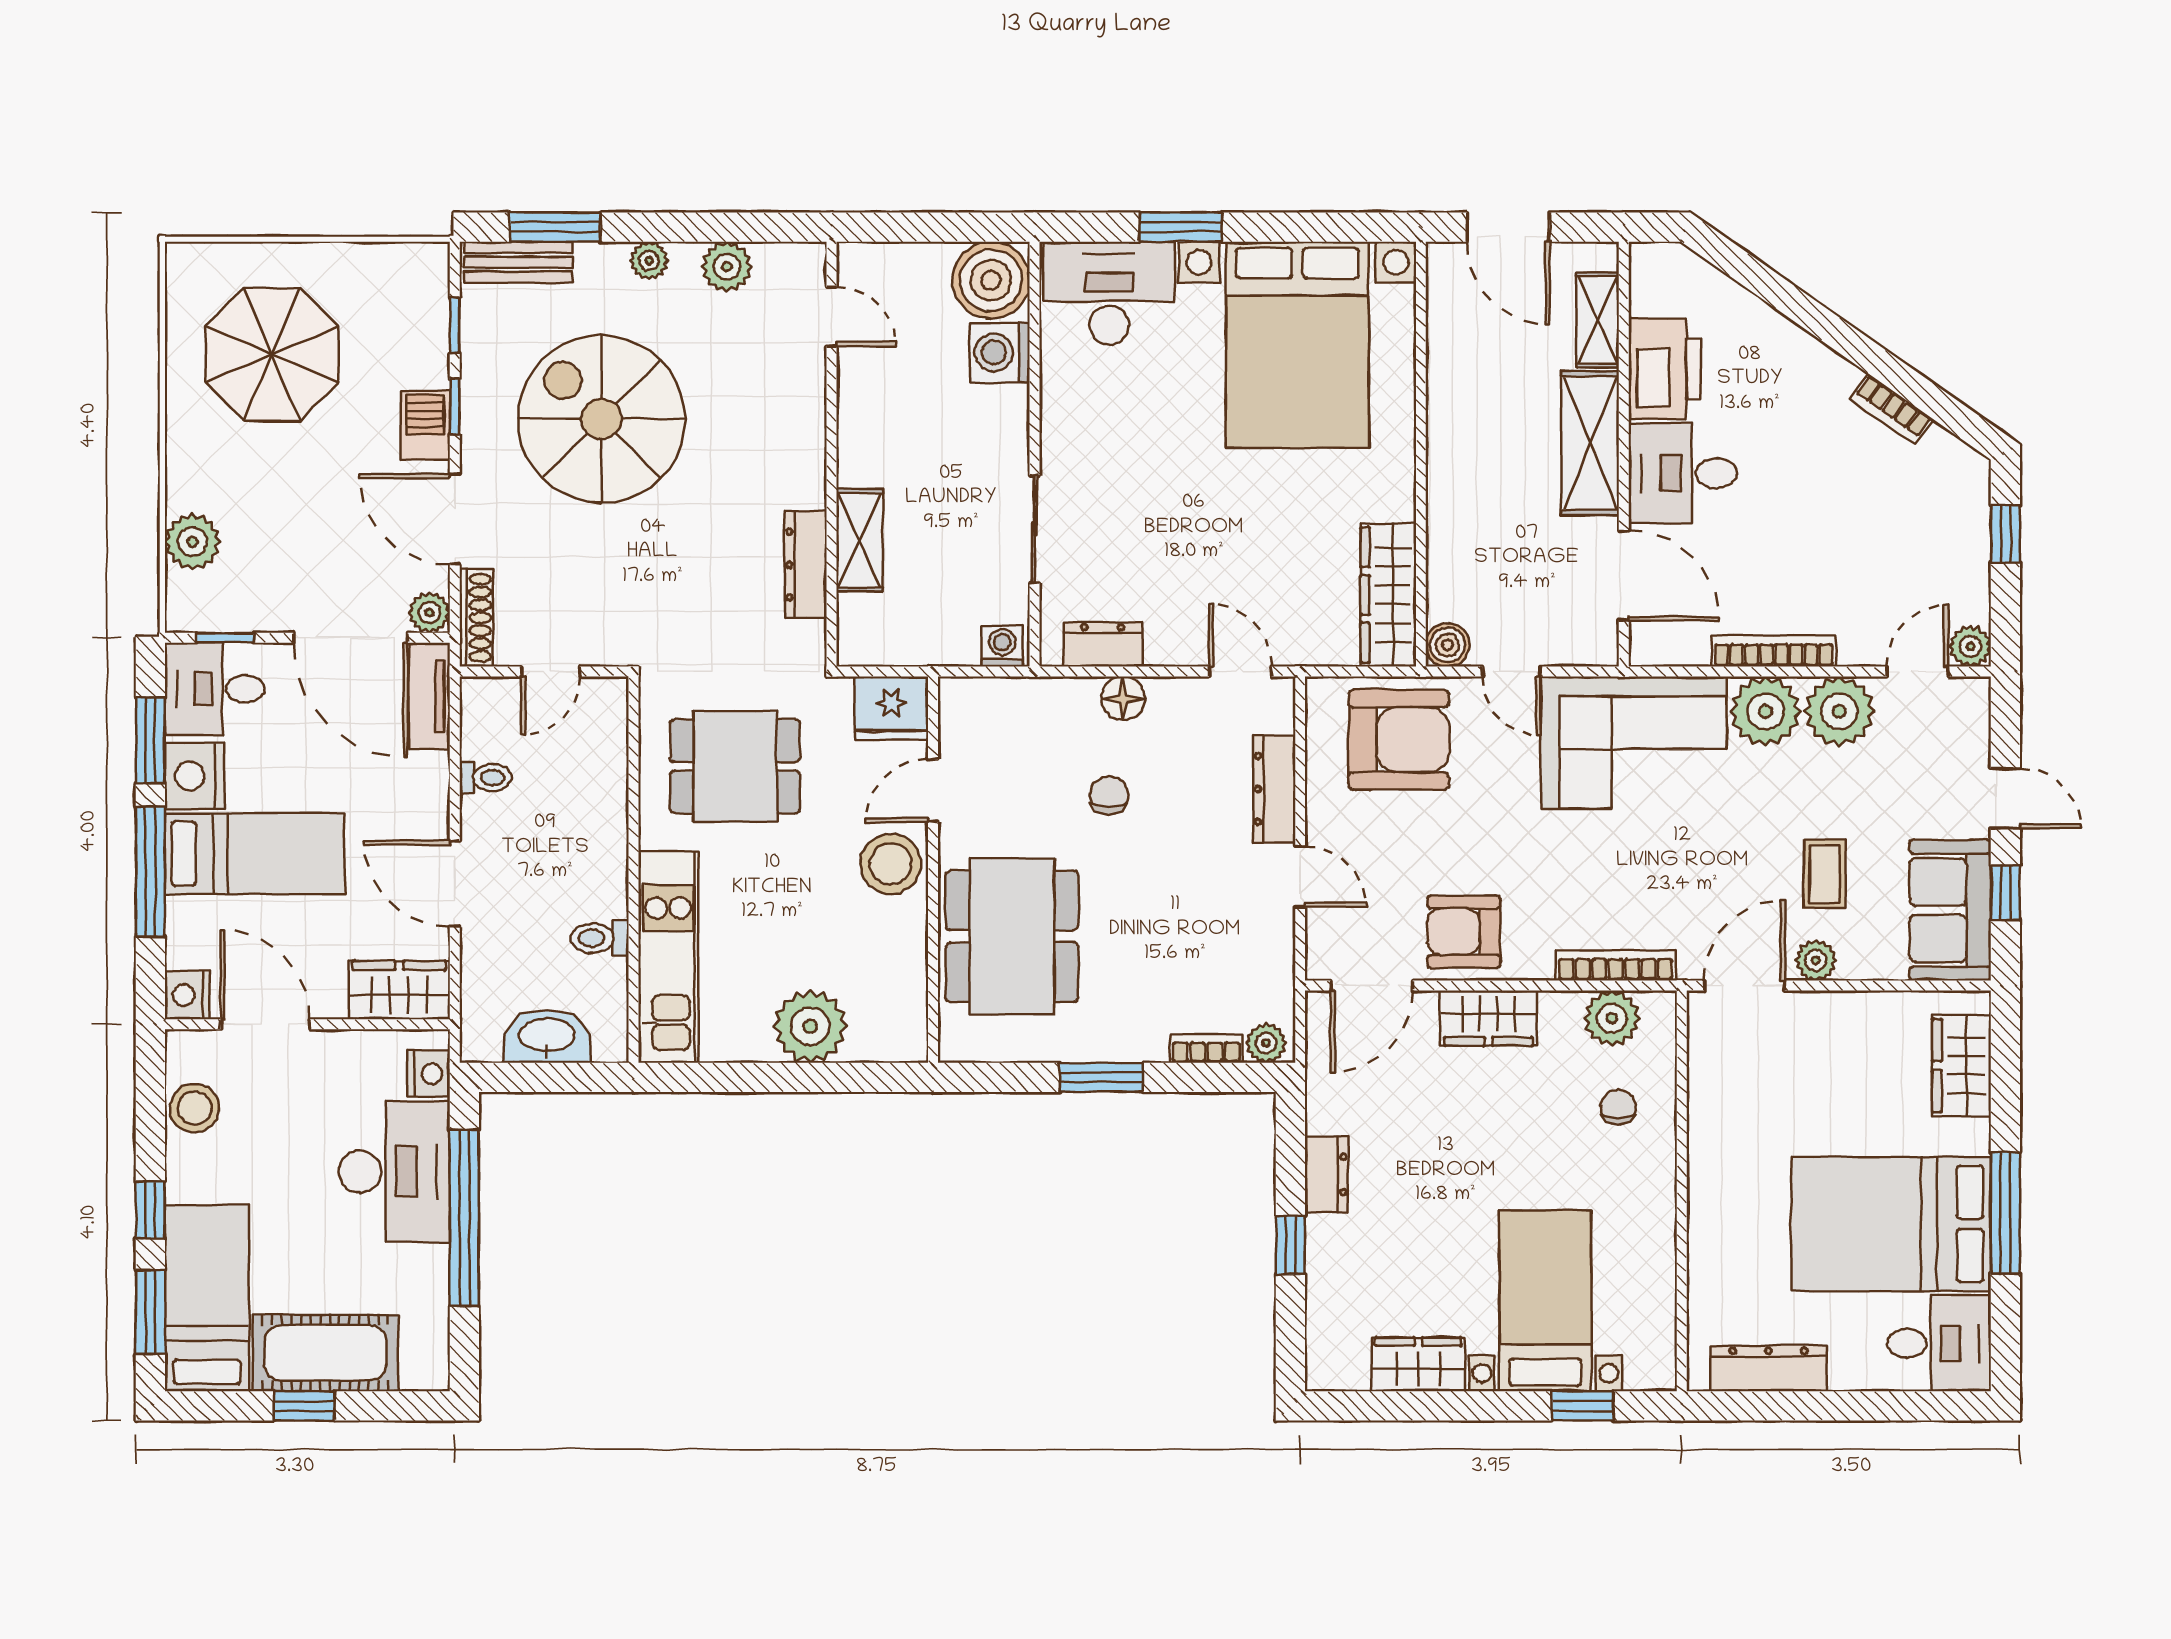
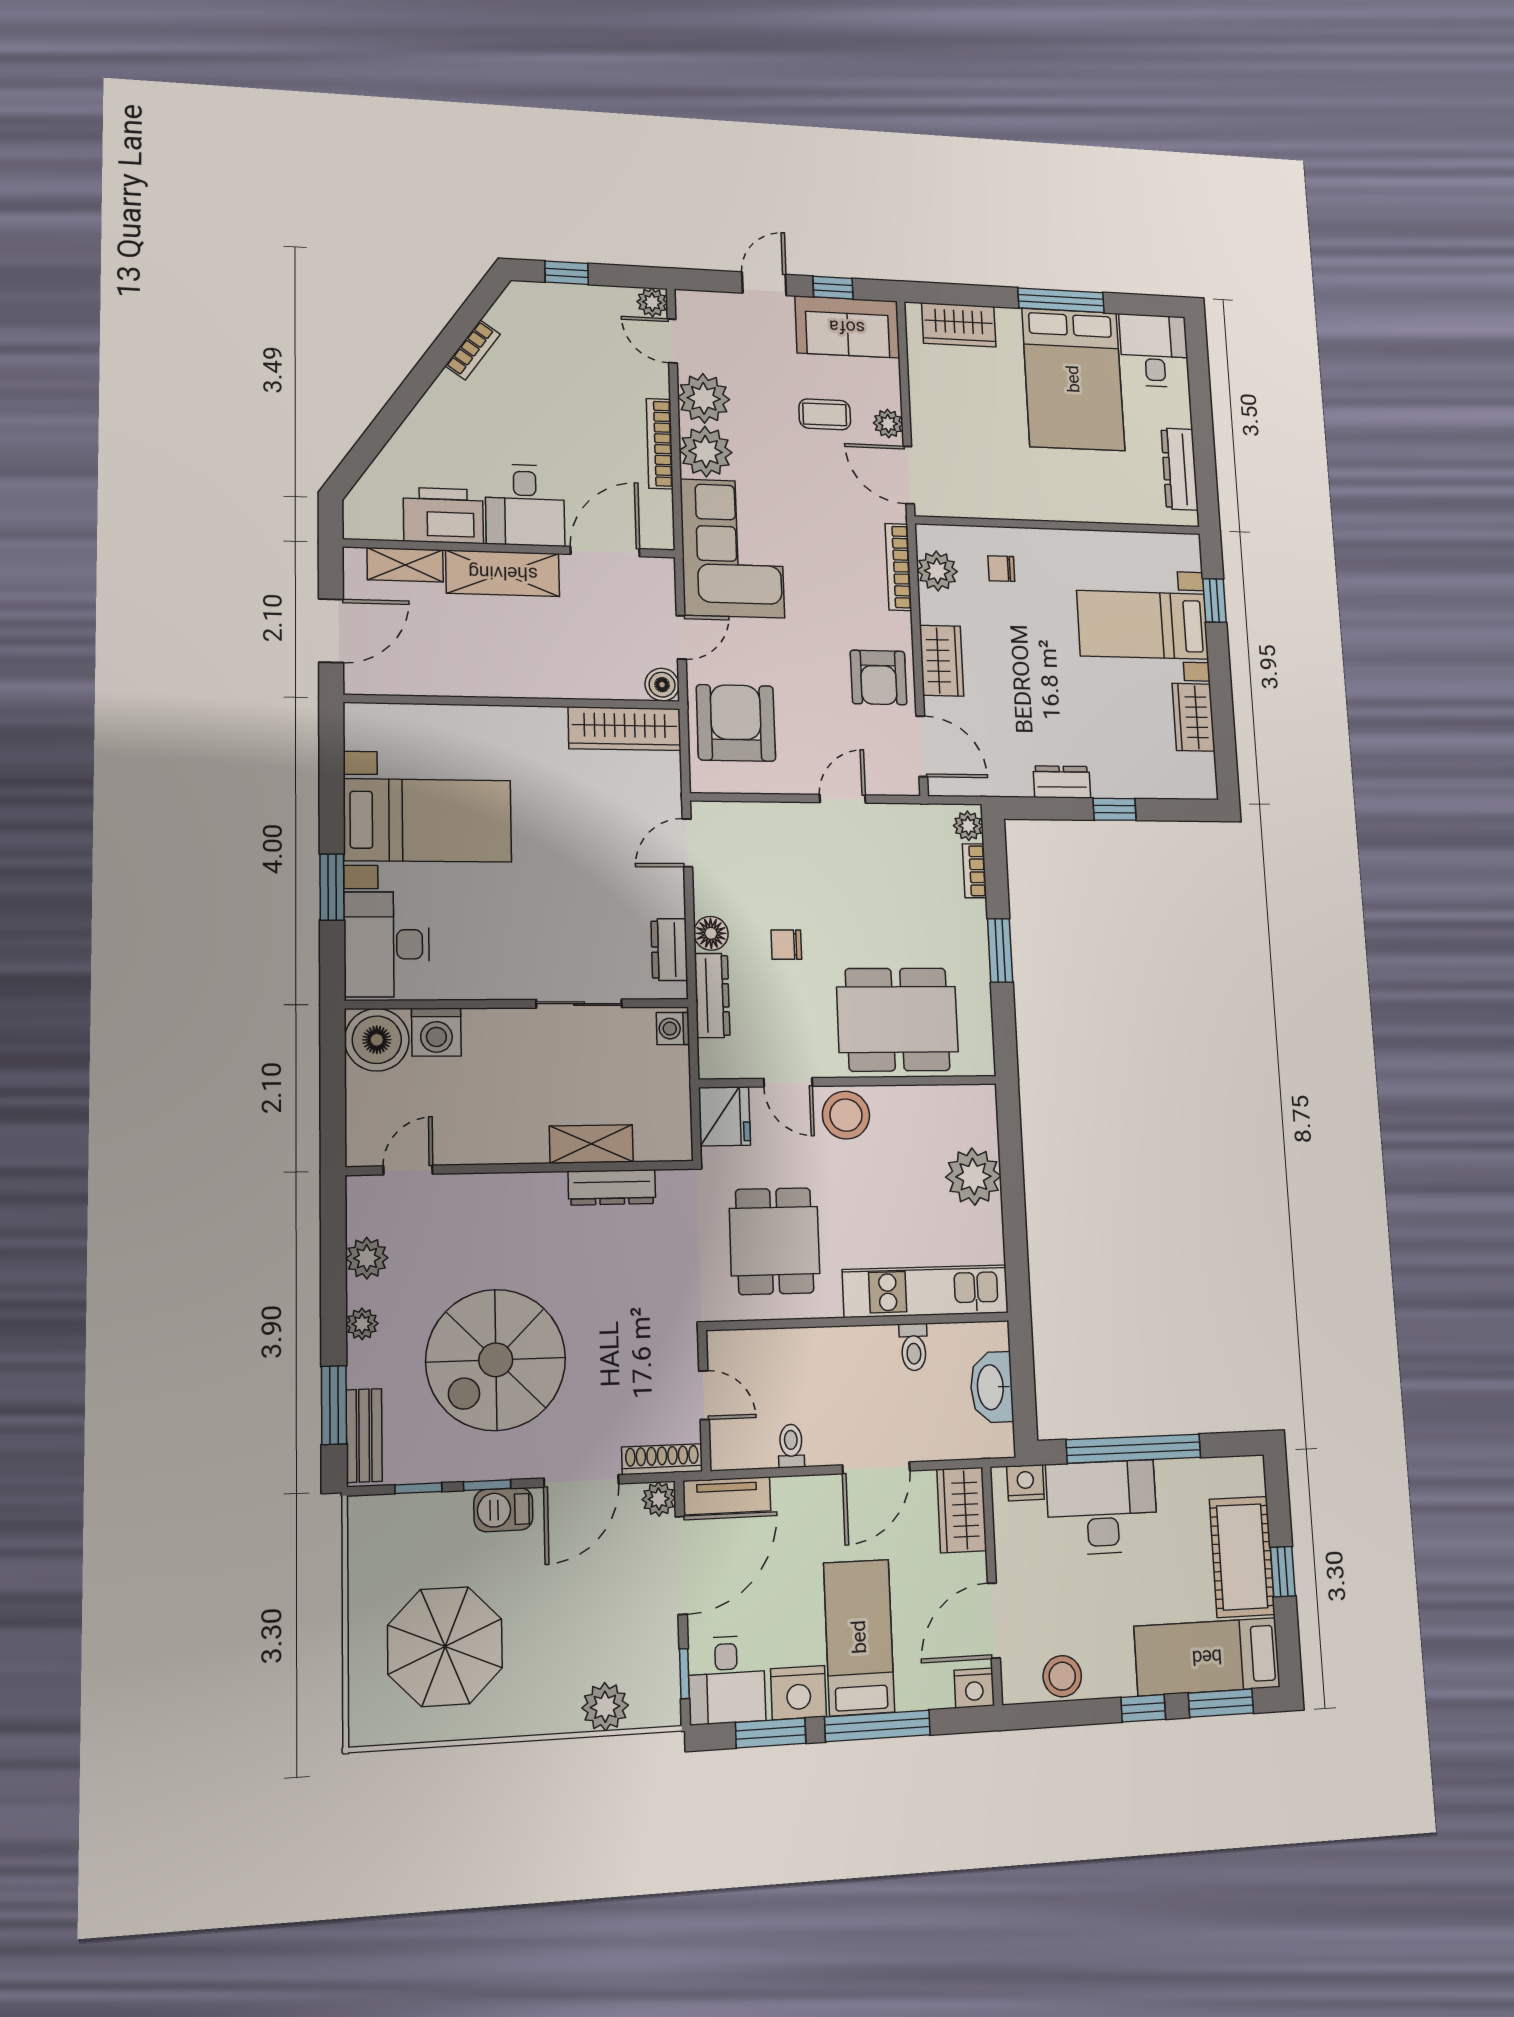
bed with nightstands: (1297, 345) -> (428, 820), width x0.73
dresser: (1274, 789) -> (712, 995), moved, turned -90

